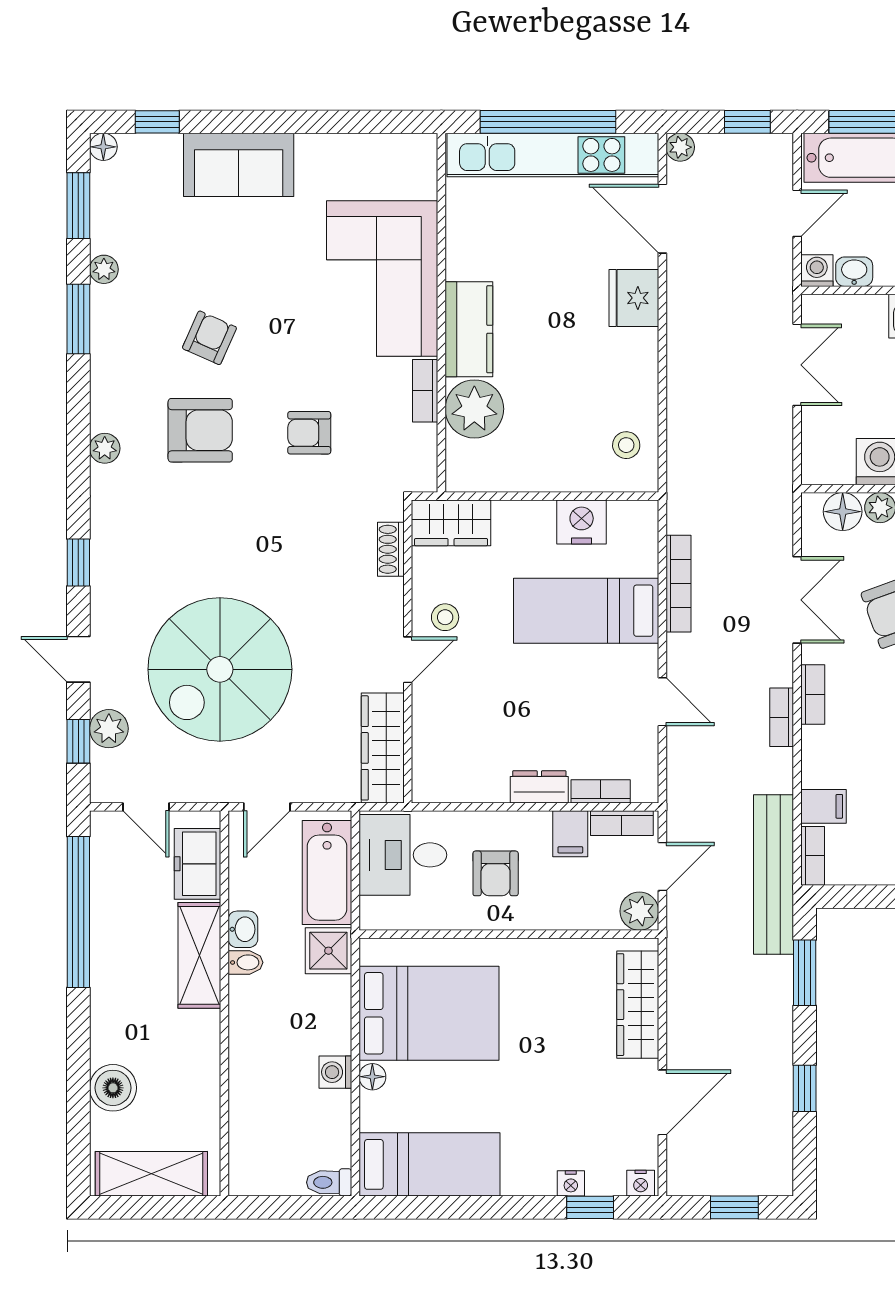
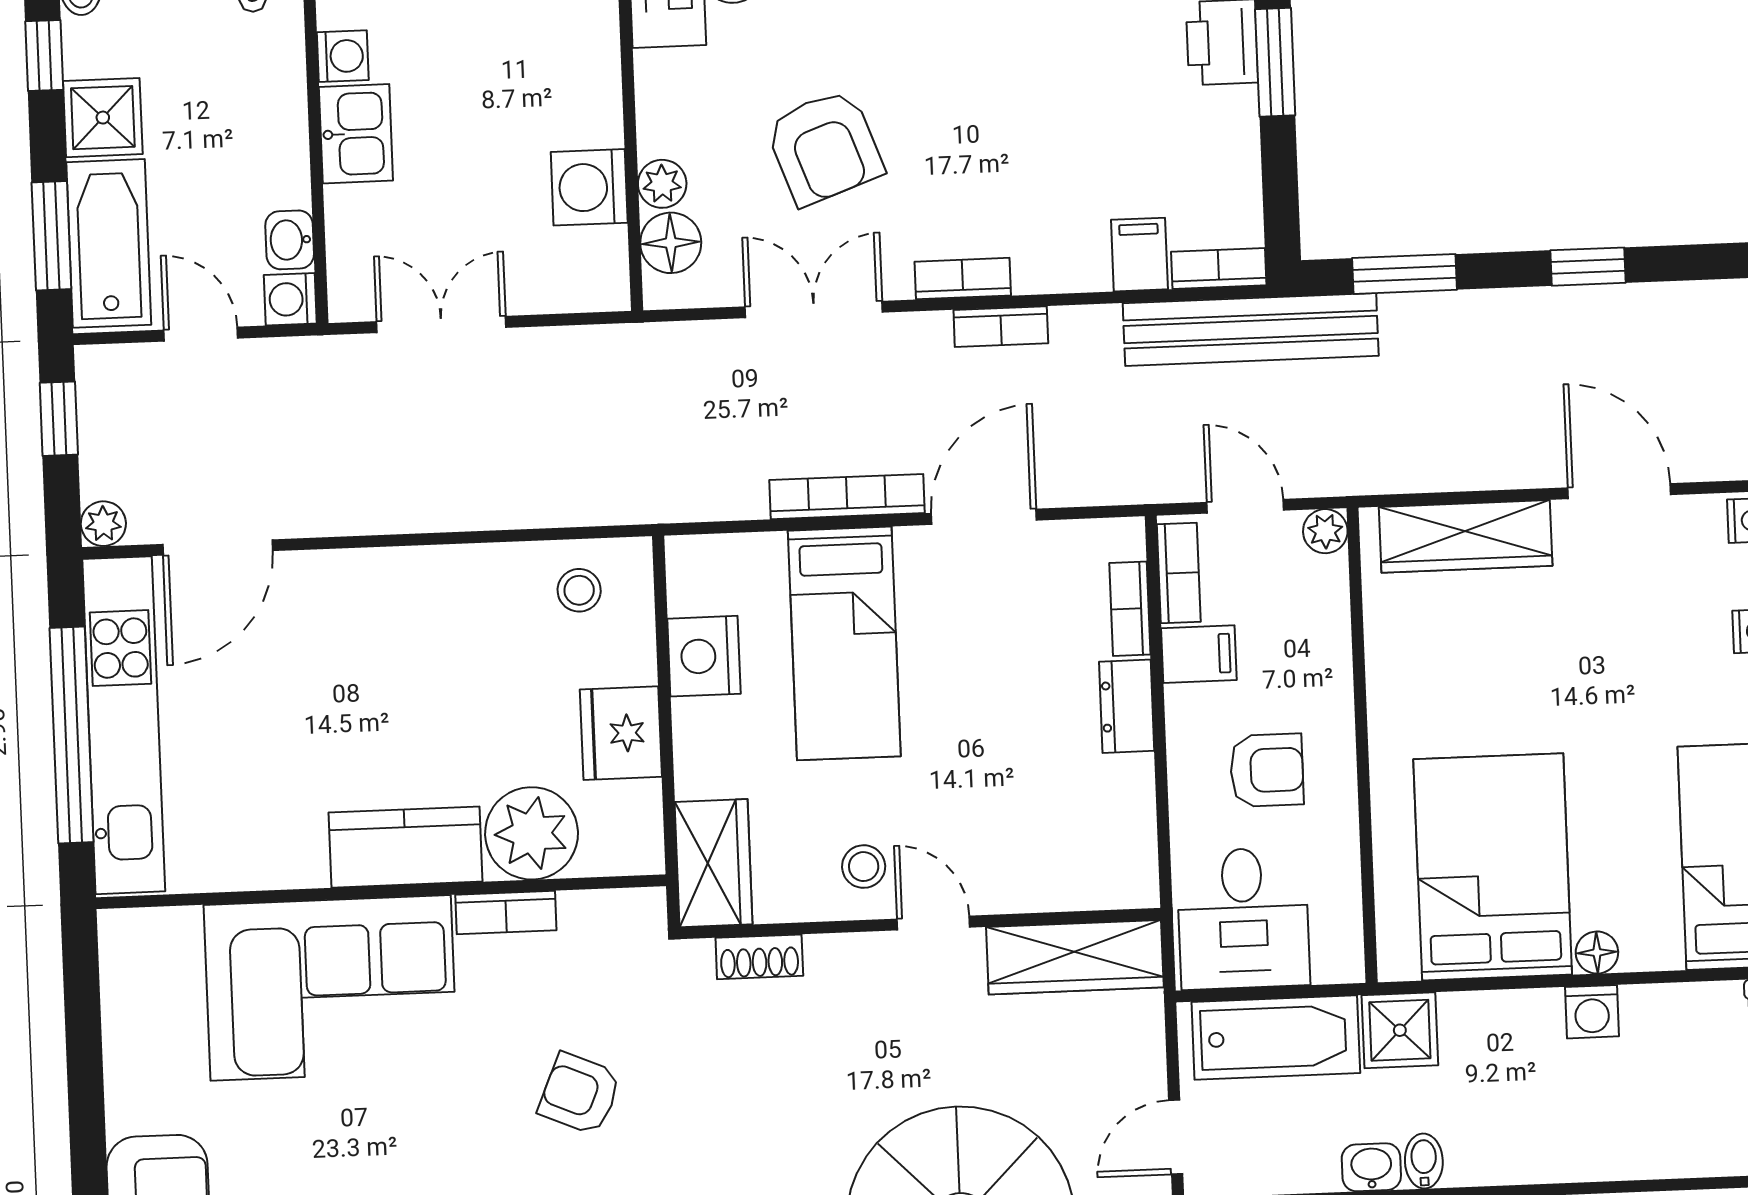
fridge: (634, 298) -> (621, 733), moved, turned 90
armchair: (309, 433) -> (580, 1094), turned 113
bookcase: (678, 584) -> (847, 497), moved
door: (662, 702) -> (984, 517), width x1.38
door: (267, 807) -> (1176, 1137), swing flipped
plant: (639, 911) -> (1325, 531), width x0.73, depth x0.73

